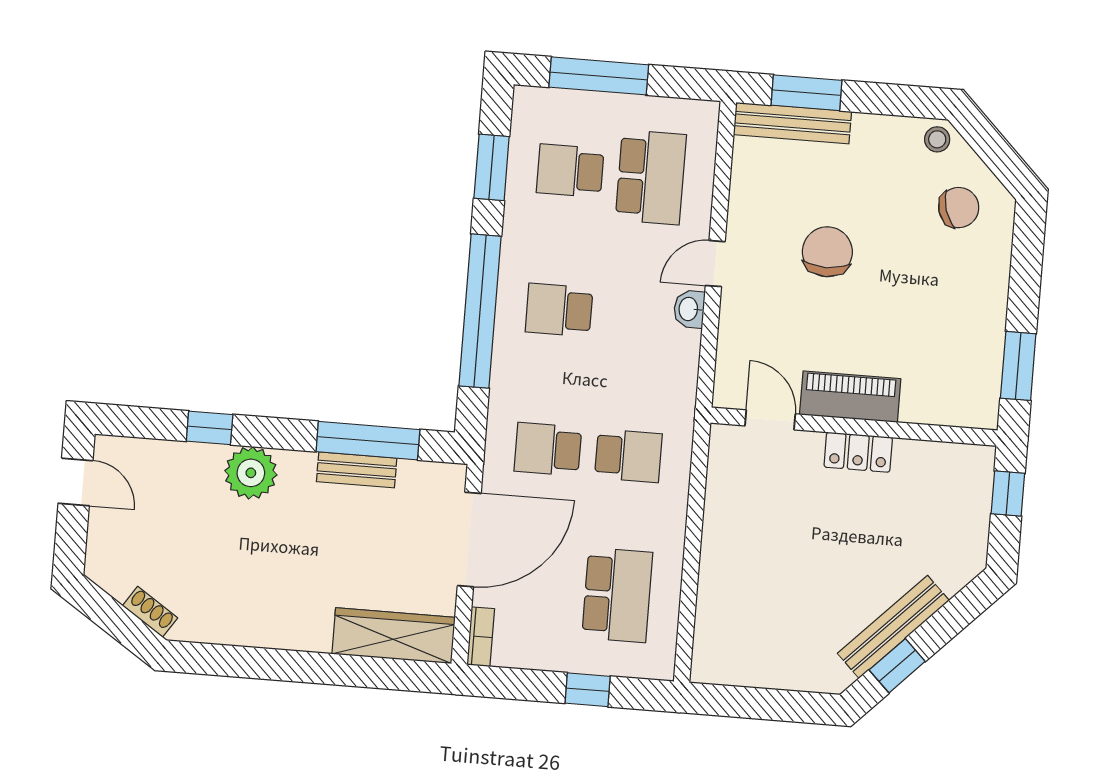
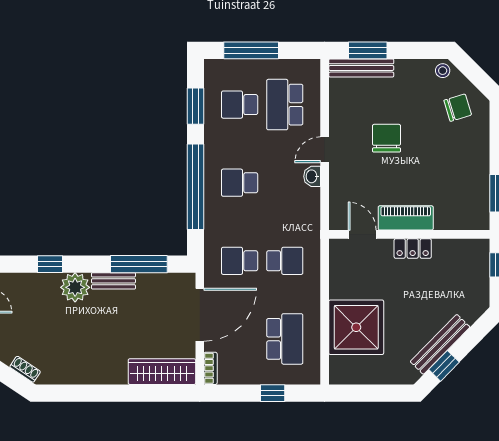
school desk: (651, 177) -> (285, 105), turned 180
bench: (357, 470) -> (113, 281), moved
shower: (746, 585) -> (356, 327), added

